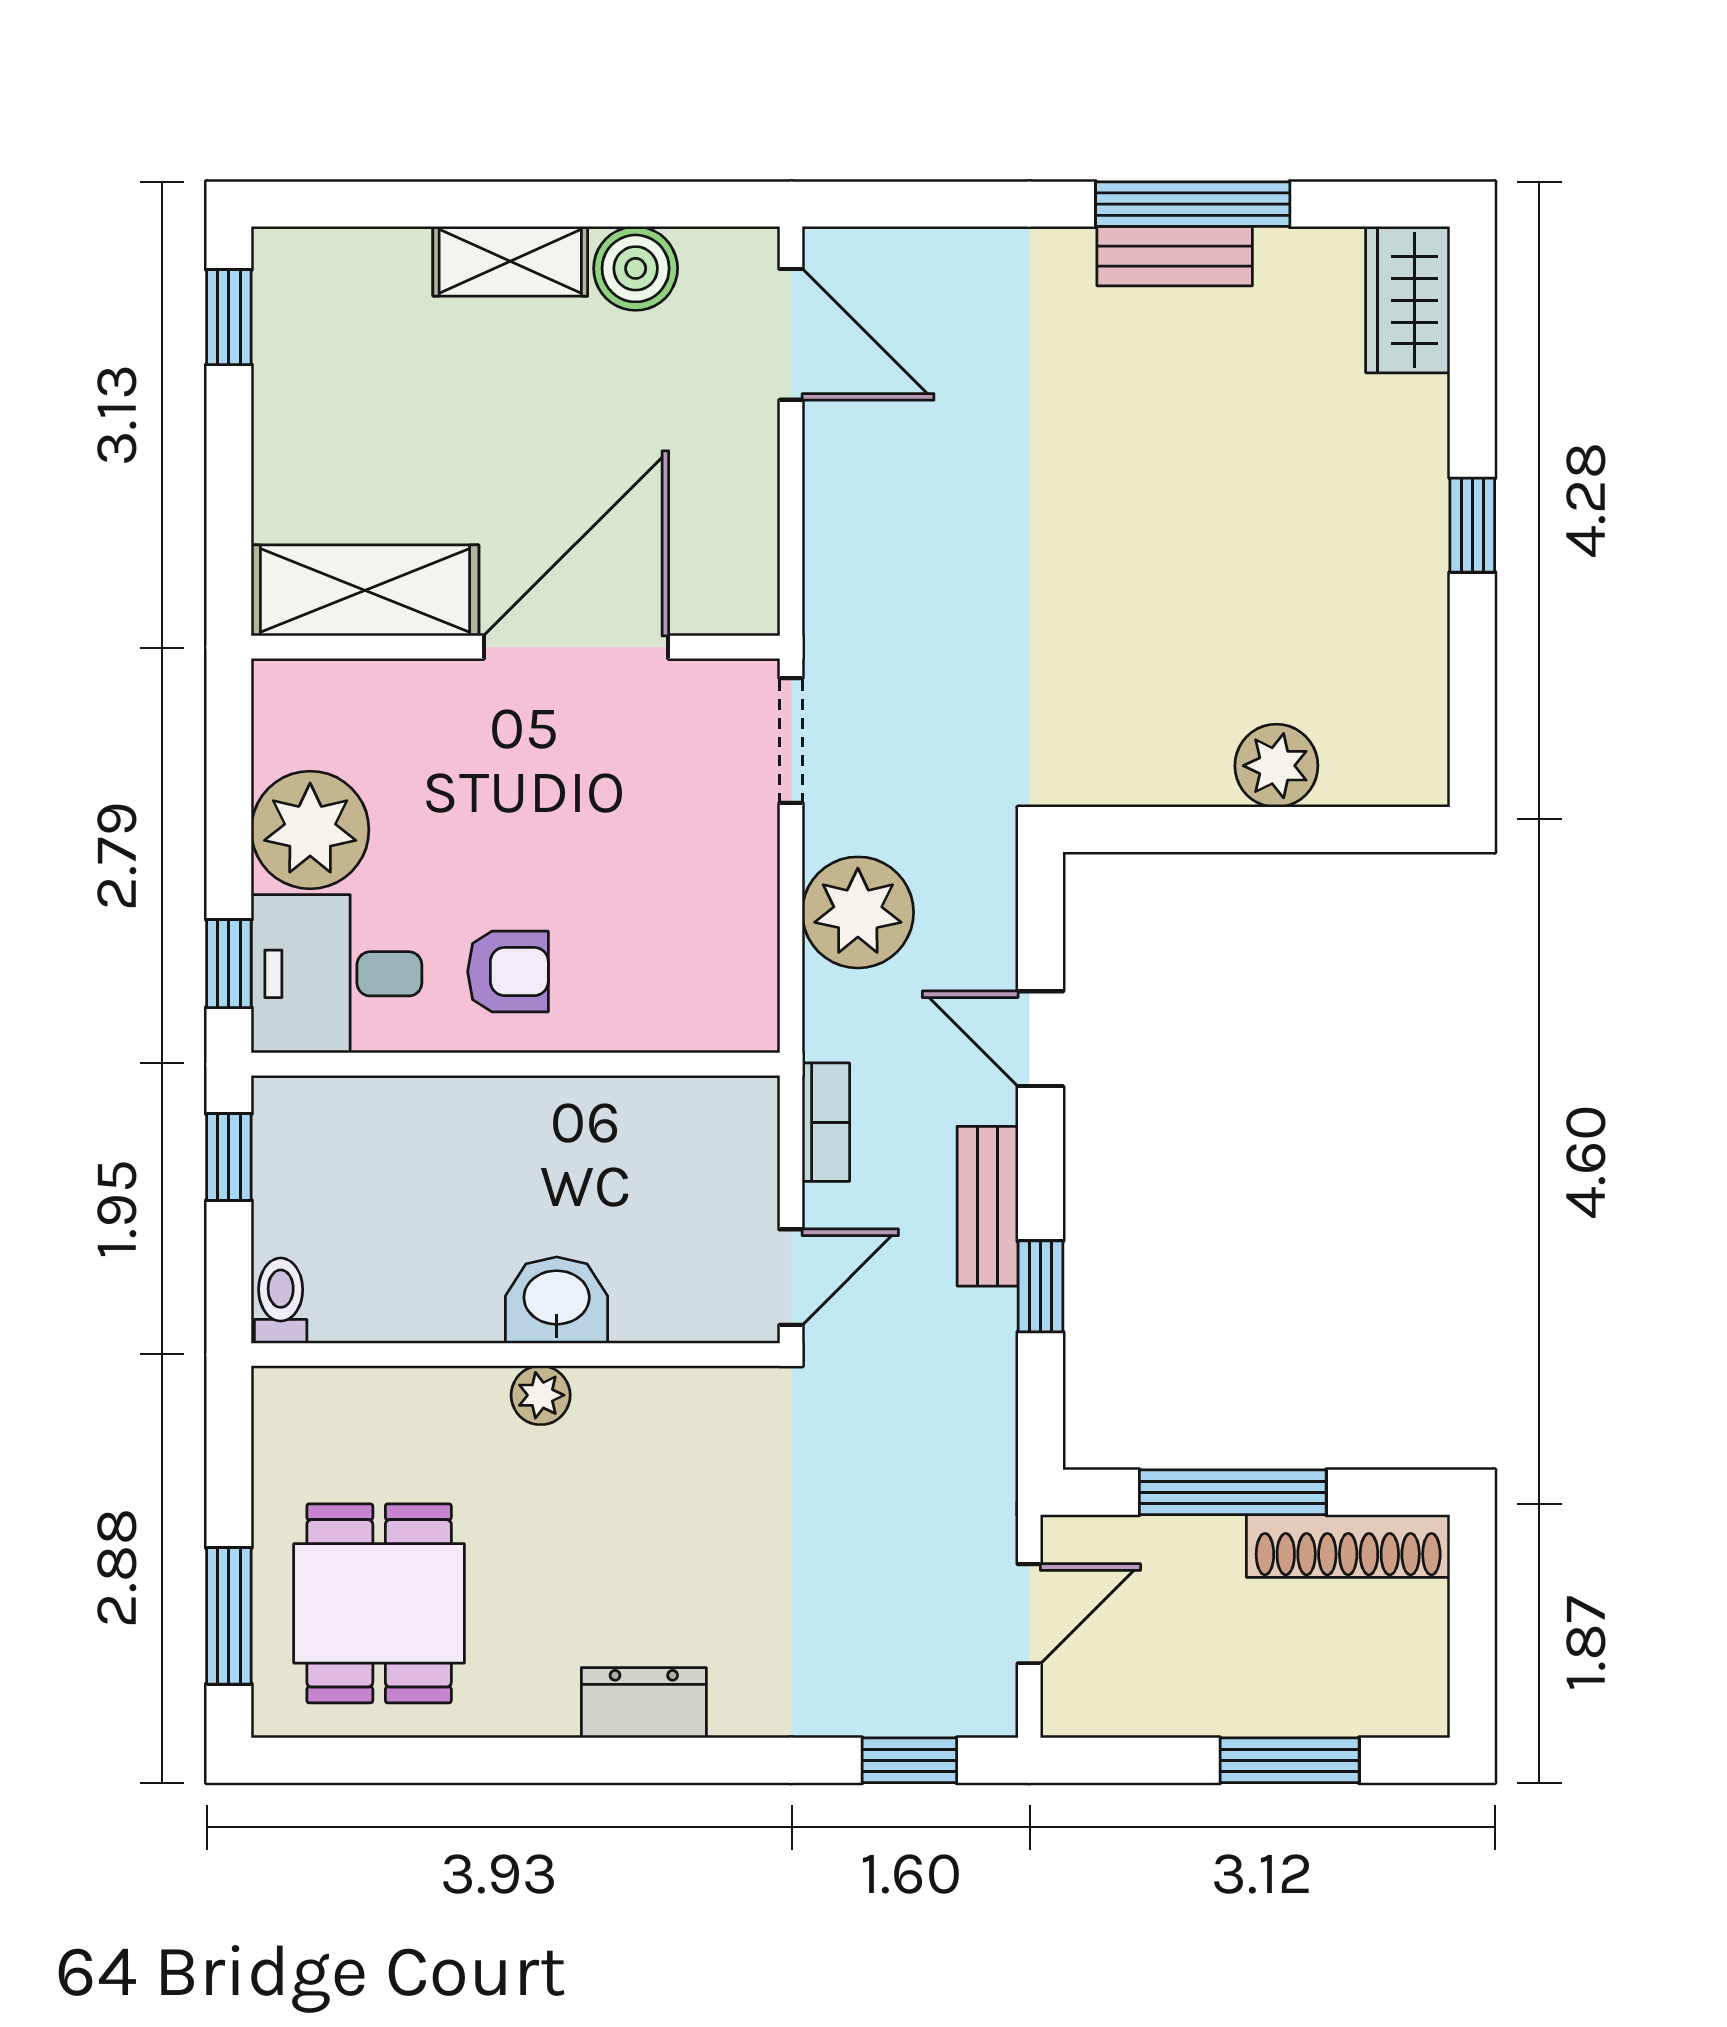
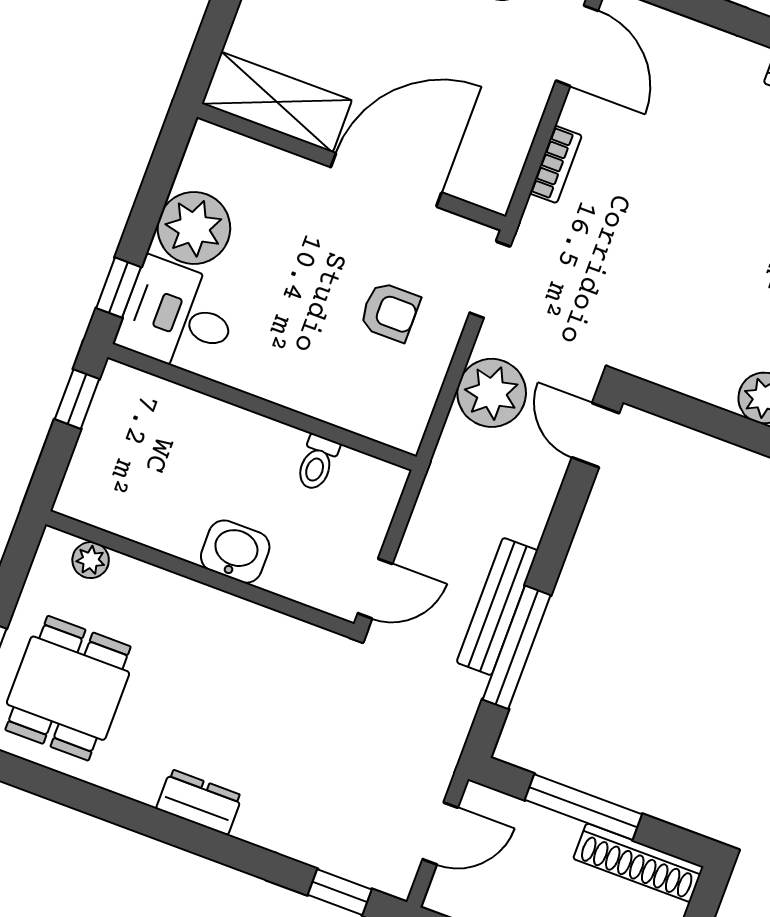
armchair: (508, 972) -> (390, 312), moved
door: (1040, 1039) -> (596, 435), moved
bookcase: (826, 1122) -> (556, 164), moved
bench: (988, 1206) -> (497, 607), width x1.36
window: (1040, 1286) -> (517, 647), width x2.17
toilet: (281, 1301) -> (317, 463), moved, turned 180
plant: (541, 1395) -> (91, 560), moved

